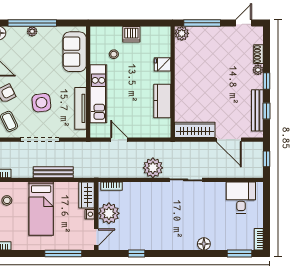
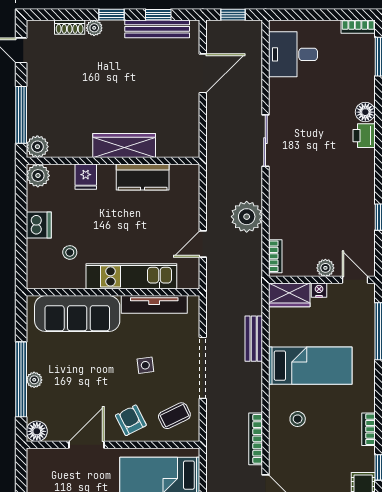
plant: (163, 34) -> (38, 176), added
sofa: (75, 52) -> (77, 314), width x1.36
side table: (41, 103) -> (145, 365), width x0.54, depth x0.54
wardrobe: (195, 130) -> (124, 146), moved, turned 90
plant: (153, 168) -> (247, 217), moved
bench: (53, 172) -> (254, 339), width x0.73
plant: (109, 213) -> (325, 268), width x0.53, depth x0.53
printer: (189, 243) -> (364, 136), added

